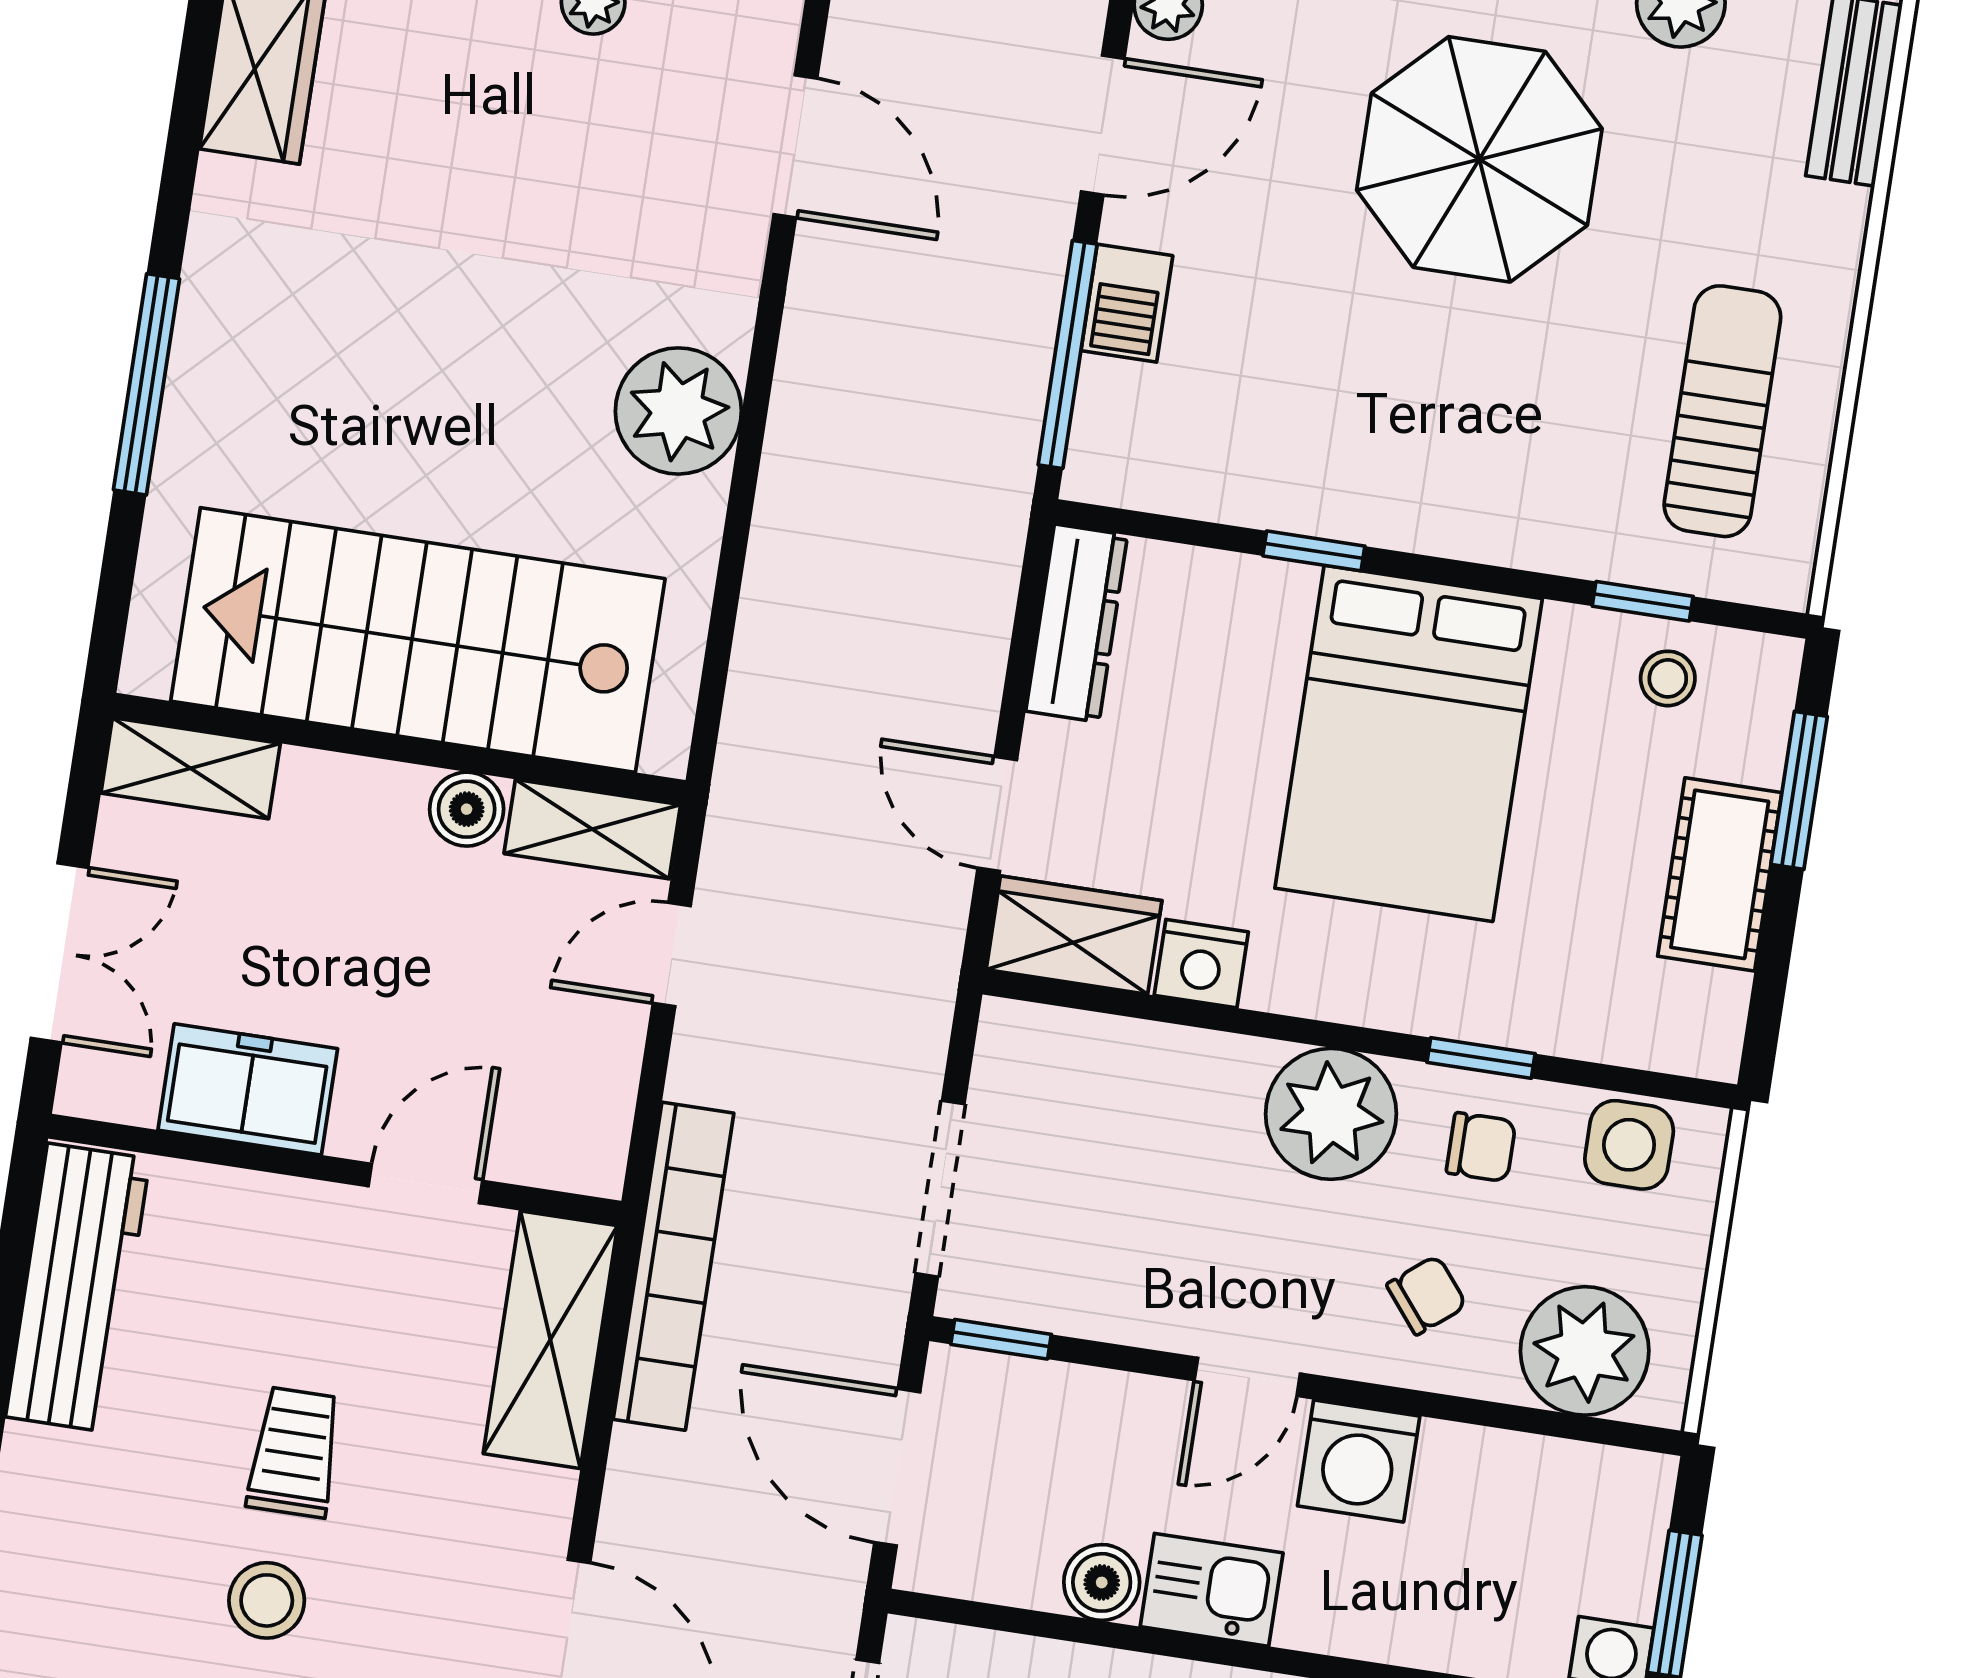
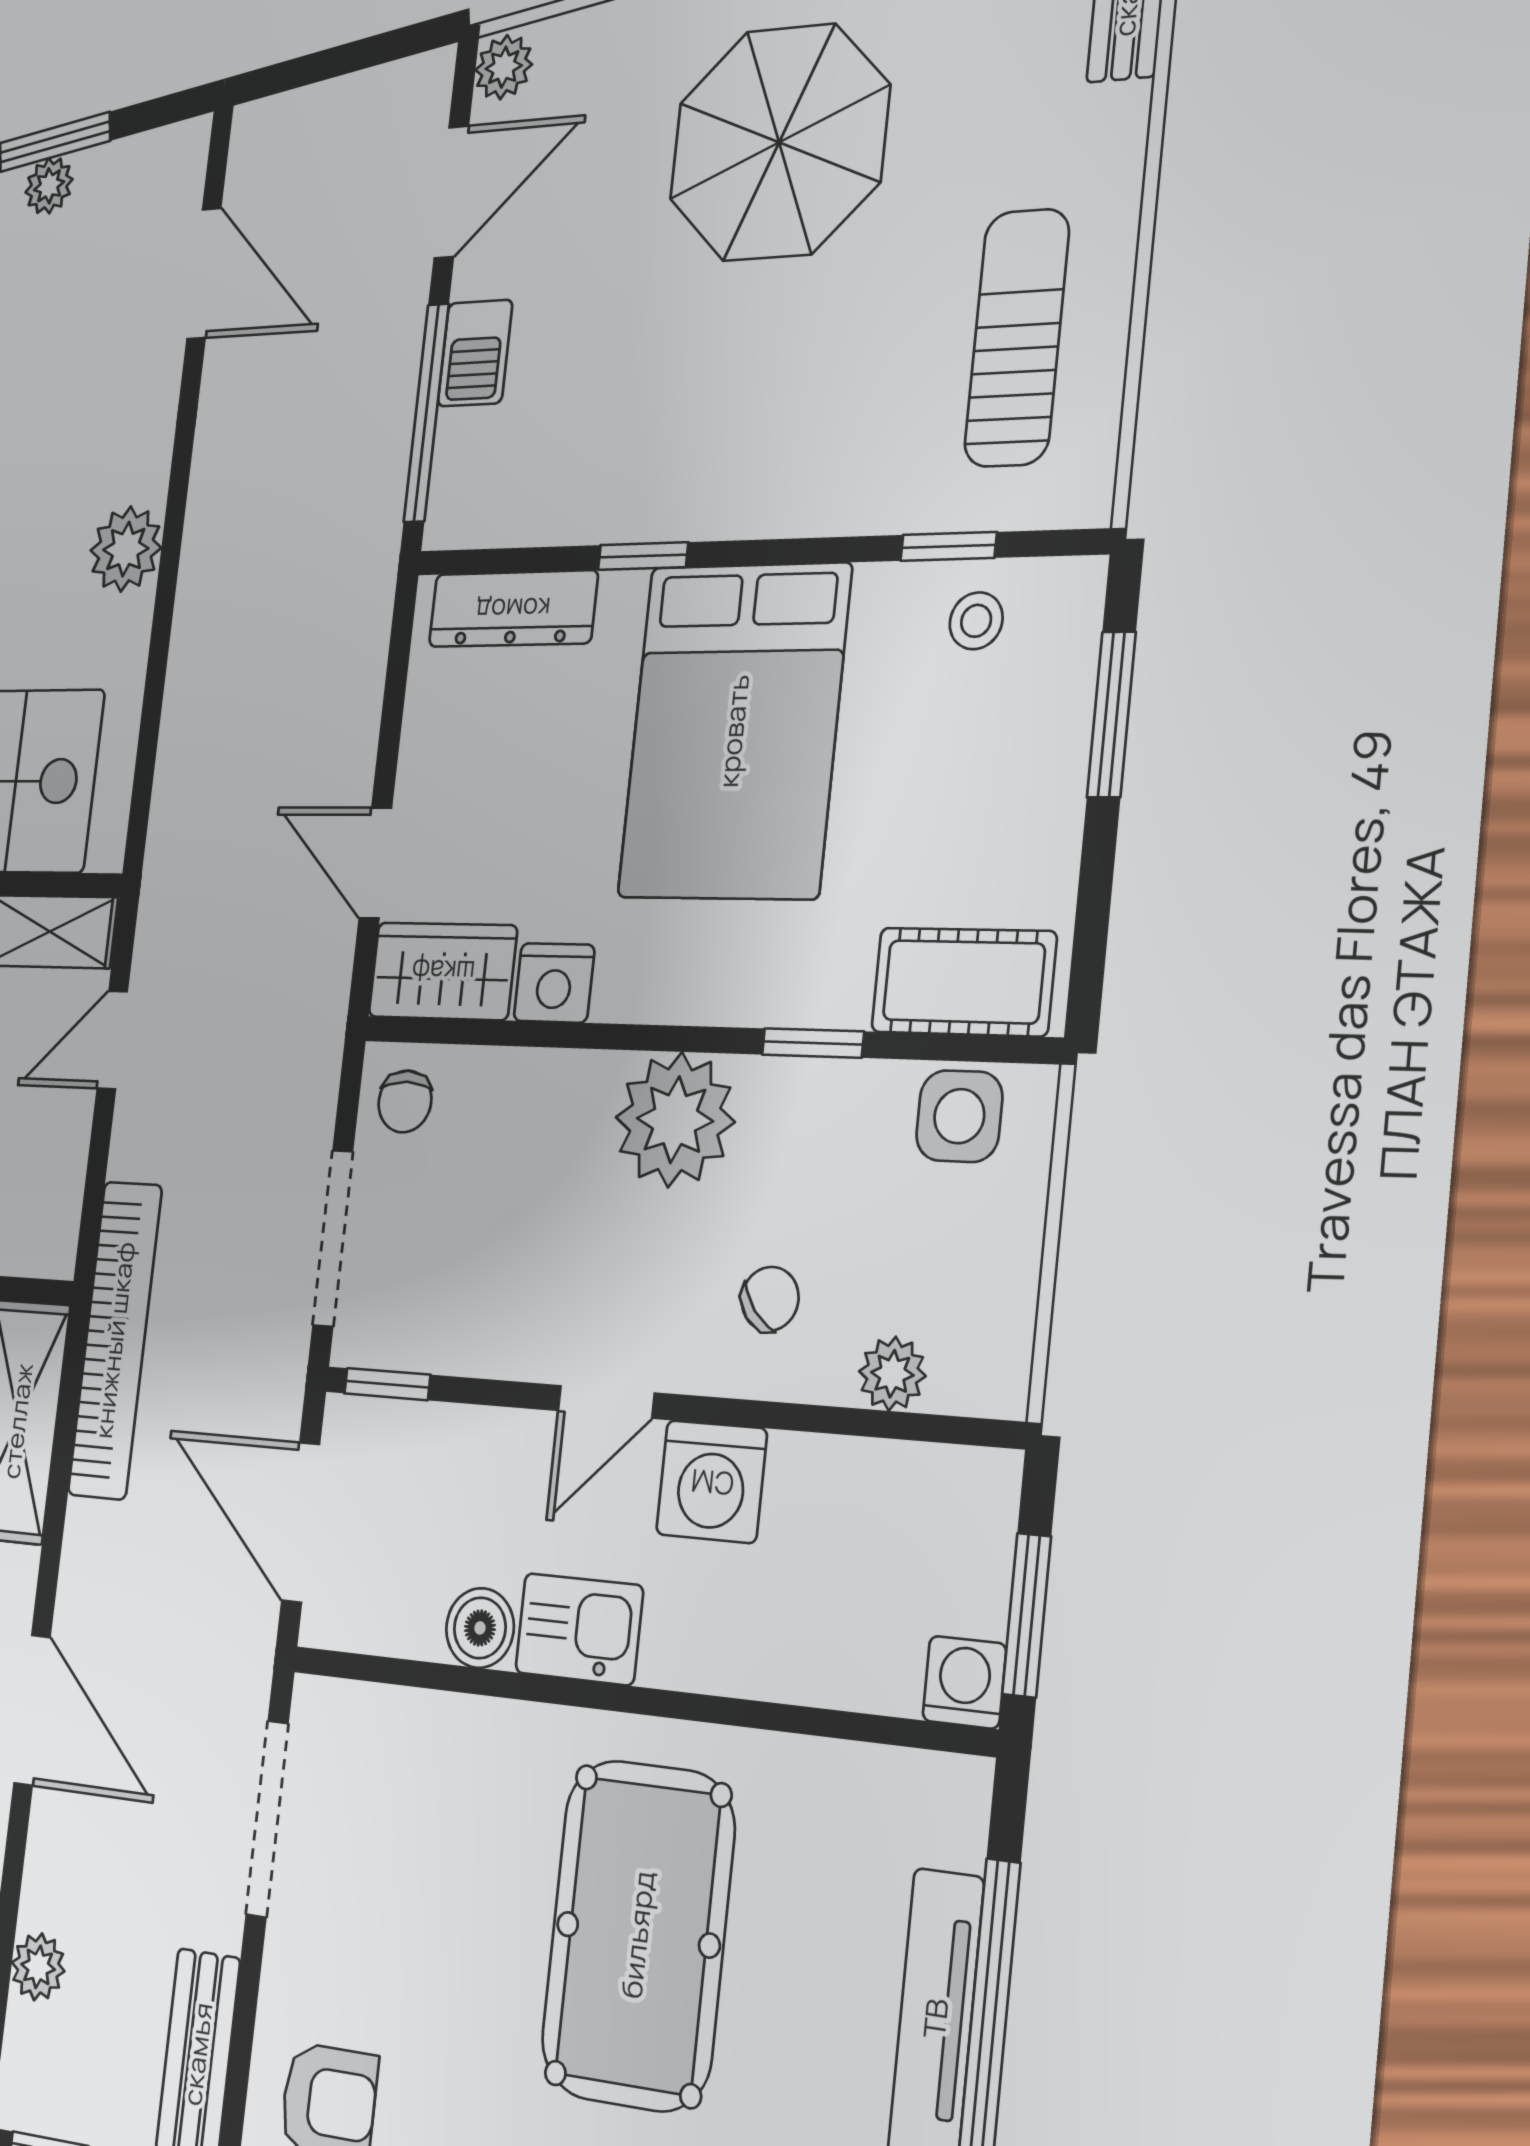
plant: (678, 411) -> (126, 549), width x0.73, depth x0.73
dresser: (1077, 623) -> (513, 609), moved, turned 90
cot: (1720, 874) -> (964, 982), moved, turned 90
chair: (1481, 1147) -> (405, 1101), moved, turned 90
plant: (1585, 1351) -> (892, 1374), width x0.53, depth x0.53

